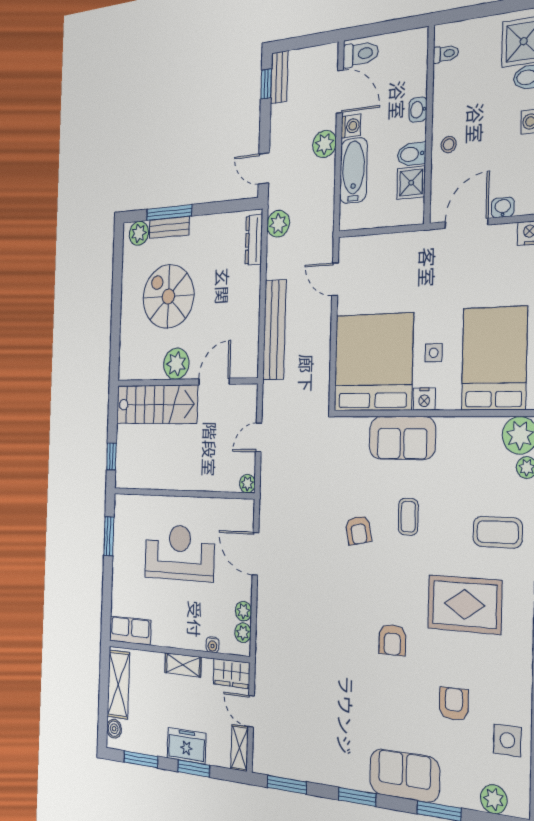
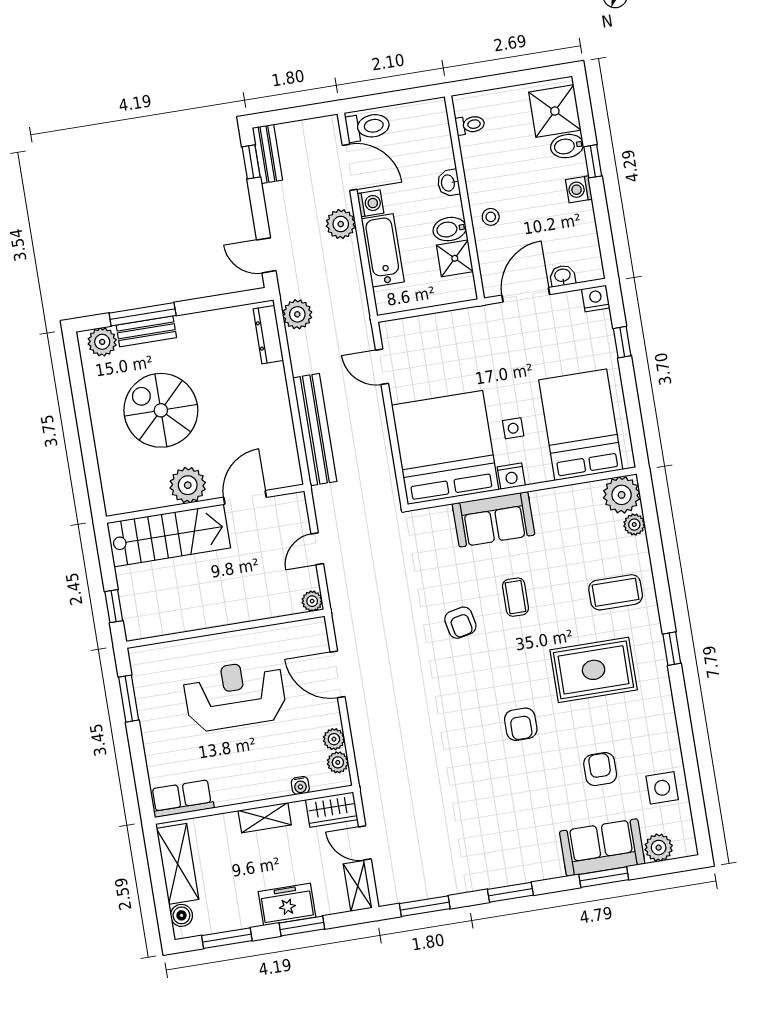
sofa: (404, 775) -> (602, 848), moved

